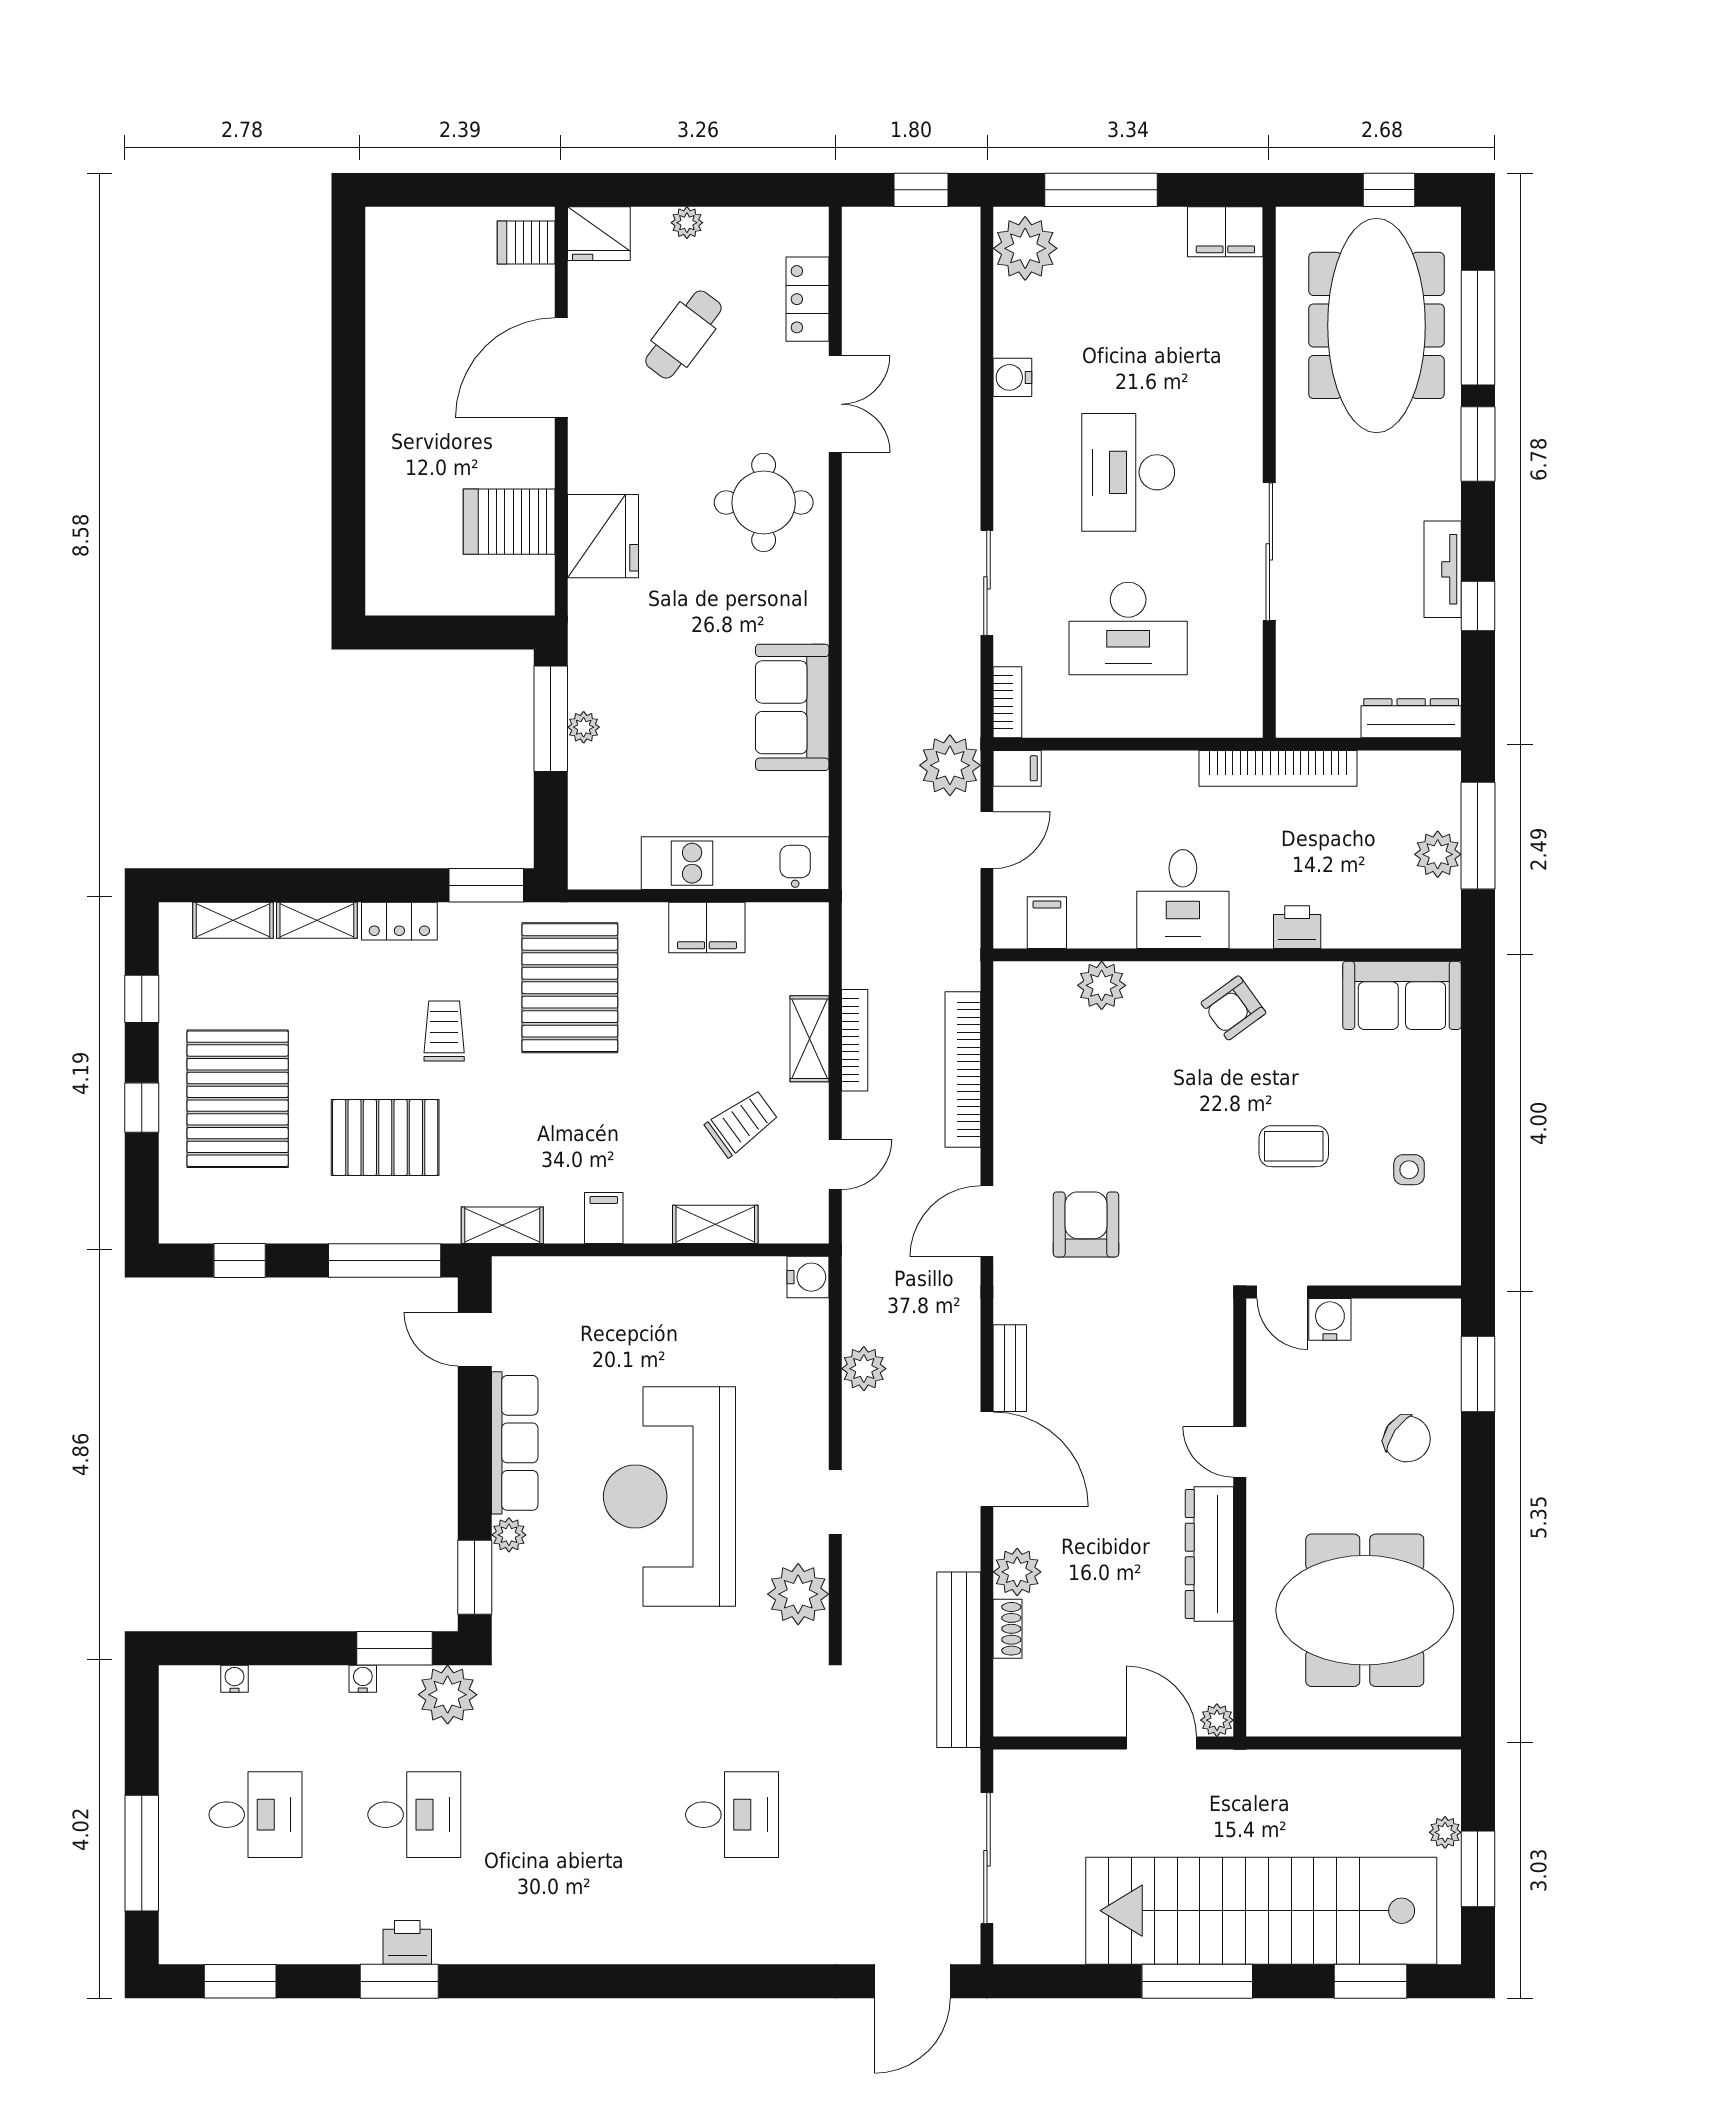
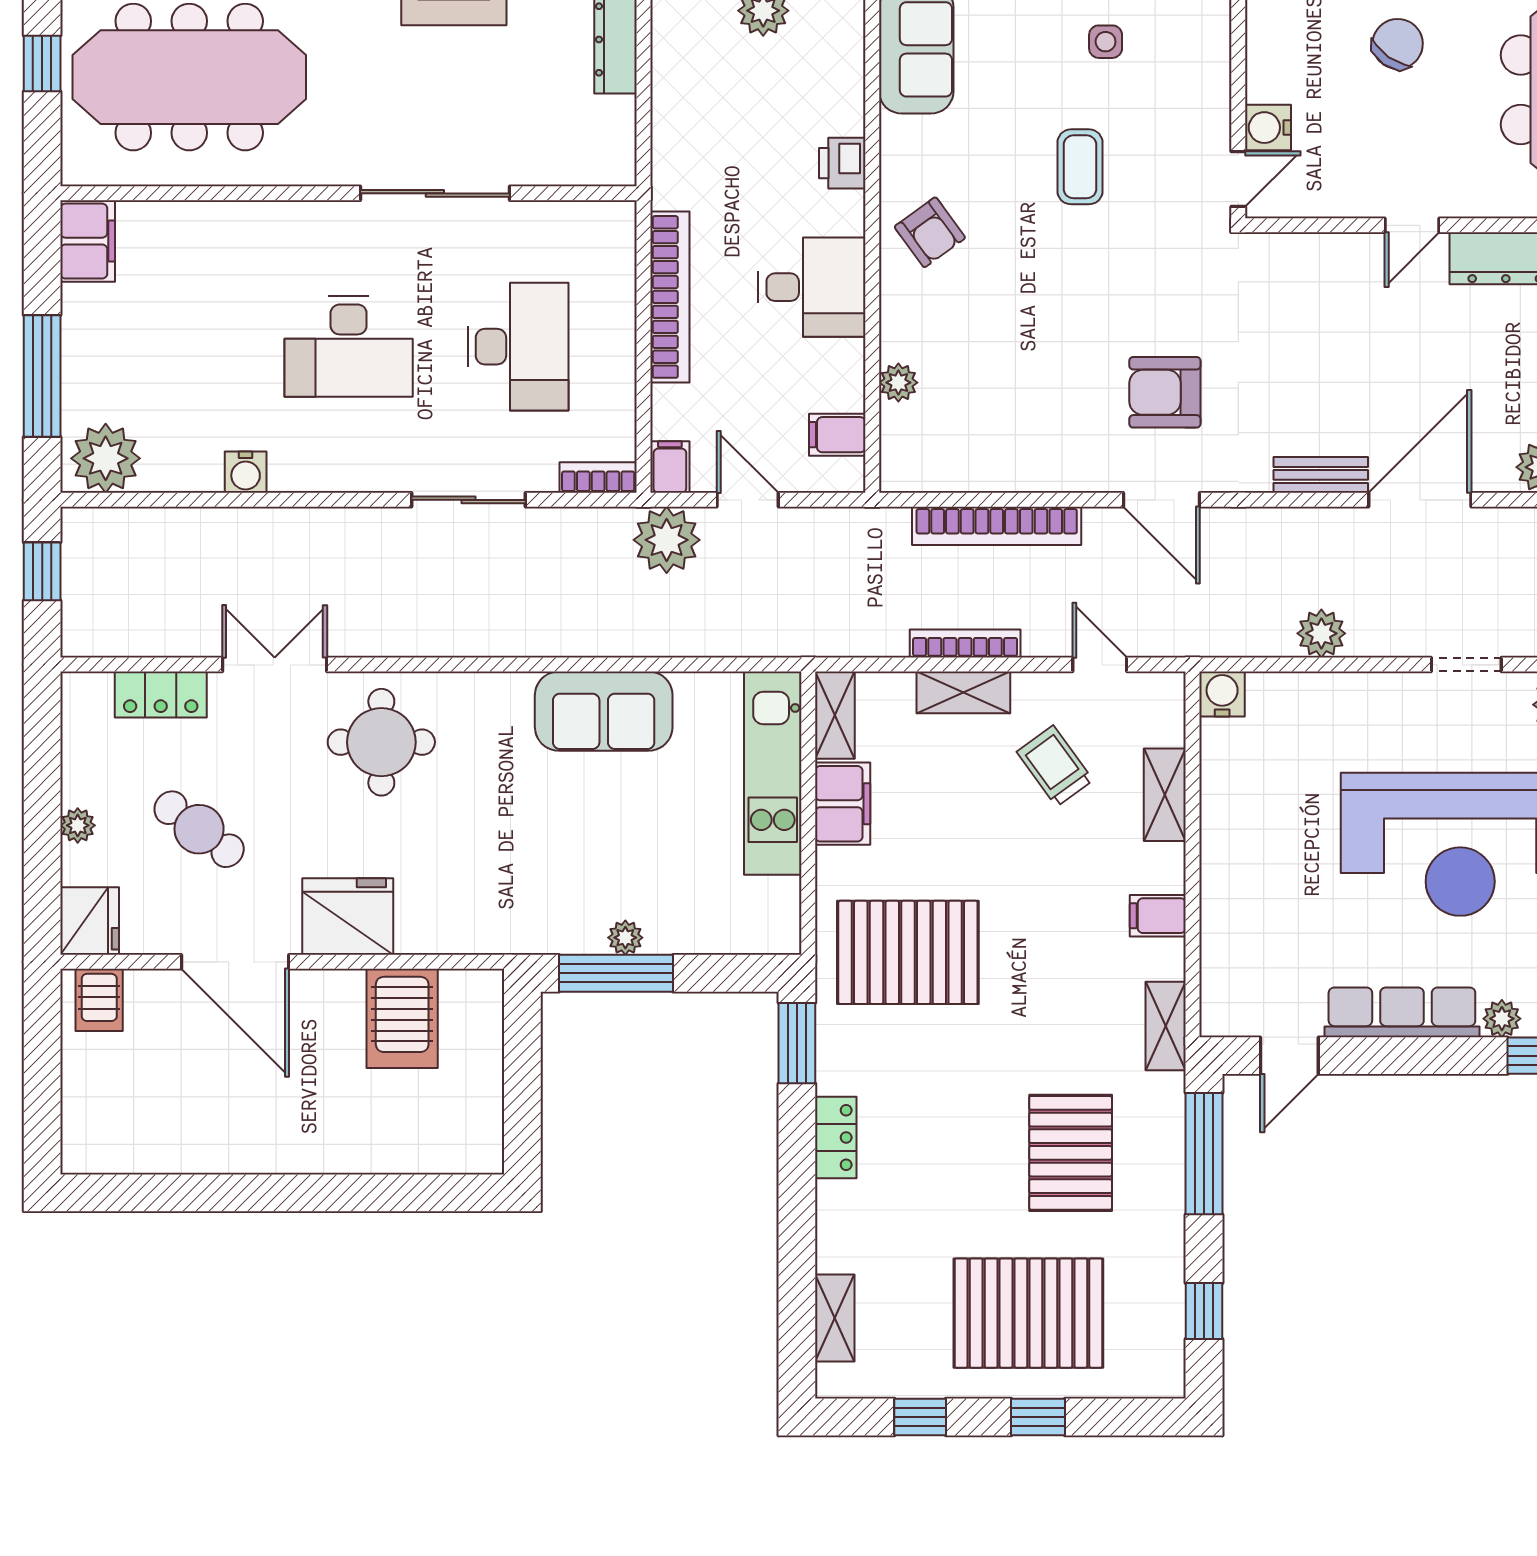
fridge: (603, 536) -> (348, 917), moved
bookcase: (1278, 768) -> (670, 297), moved
shelving: (317, 920) -> (835, 715), moved
plant: (1102, 985) -> (898, 383), width x0.73, depth x0.73
trolley: (444, 1031) -> (955, 1089), removed

